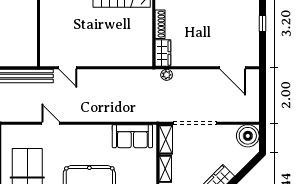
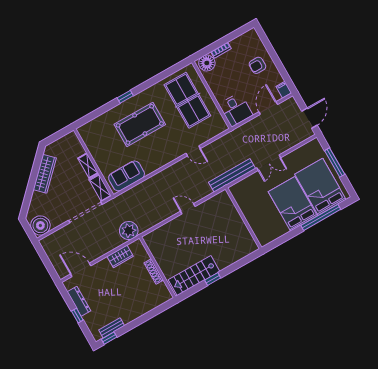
dresser: (253, 37) -> (79, 301), added
wardrobe: (163, 53) -> (120, 256), moved, turned -90
door: (68, 68) -> (188, 209), moved
plant: (167, 75) -> (129, 231), width x1.88, depth x1.88

